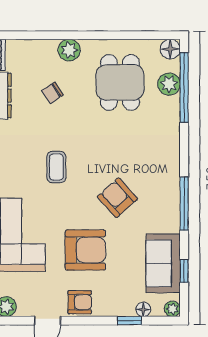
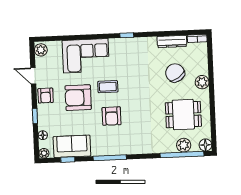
chair: (52, 93) -> (175, 73), width x1.87, depth x1.87
coffee table: (56, 167) -> (108, 87), moved
armchair: (117, 198) -> (112, 116), turned 132
armchair: (85, 250) -> (78, 98), turned 90
window: (130, 321) -> (35, 116), moved

